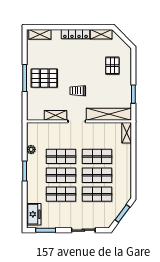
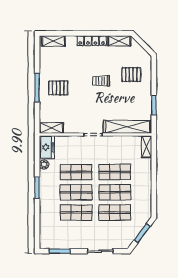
pallet: (112, 66) -> (131, 75), turned 90
pallet: (44, 78) -> (58, 88), width x0.67, depth x0.71
trolley: (78, 91) -> (101, 81), moved
shelving: (56, 115) -> (51, 128), moved
freezer: (34, 214) -> (47, 147), moved

